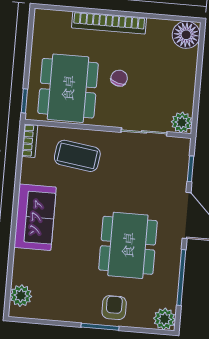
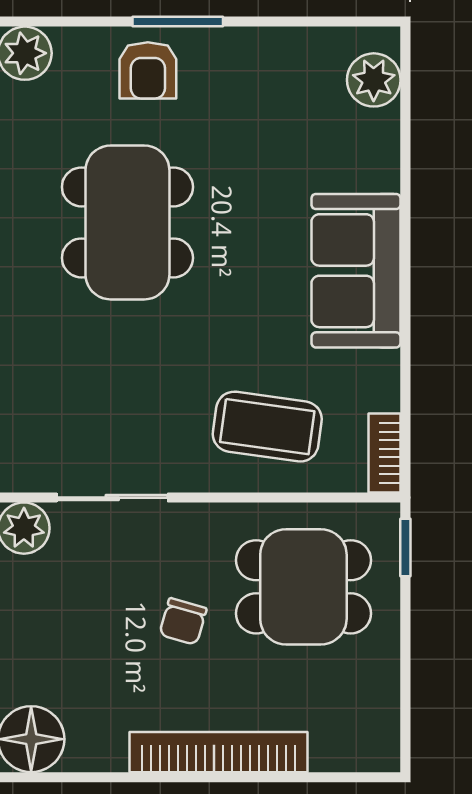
dining table: (68, 88) -> (303, 587), width x0.73

